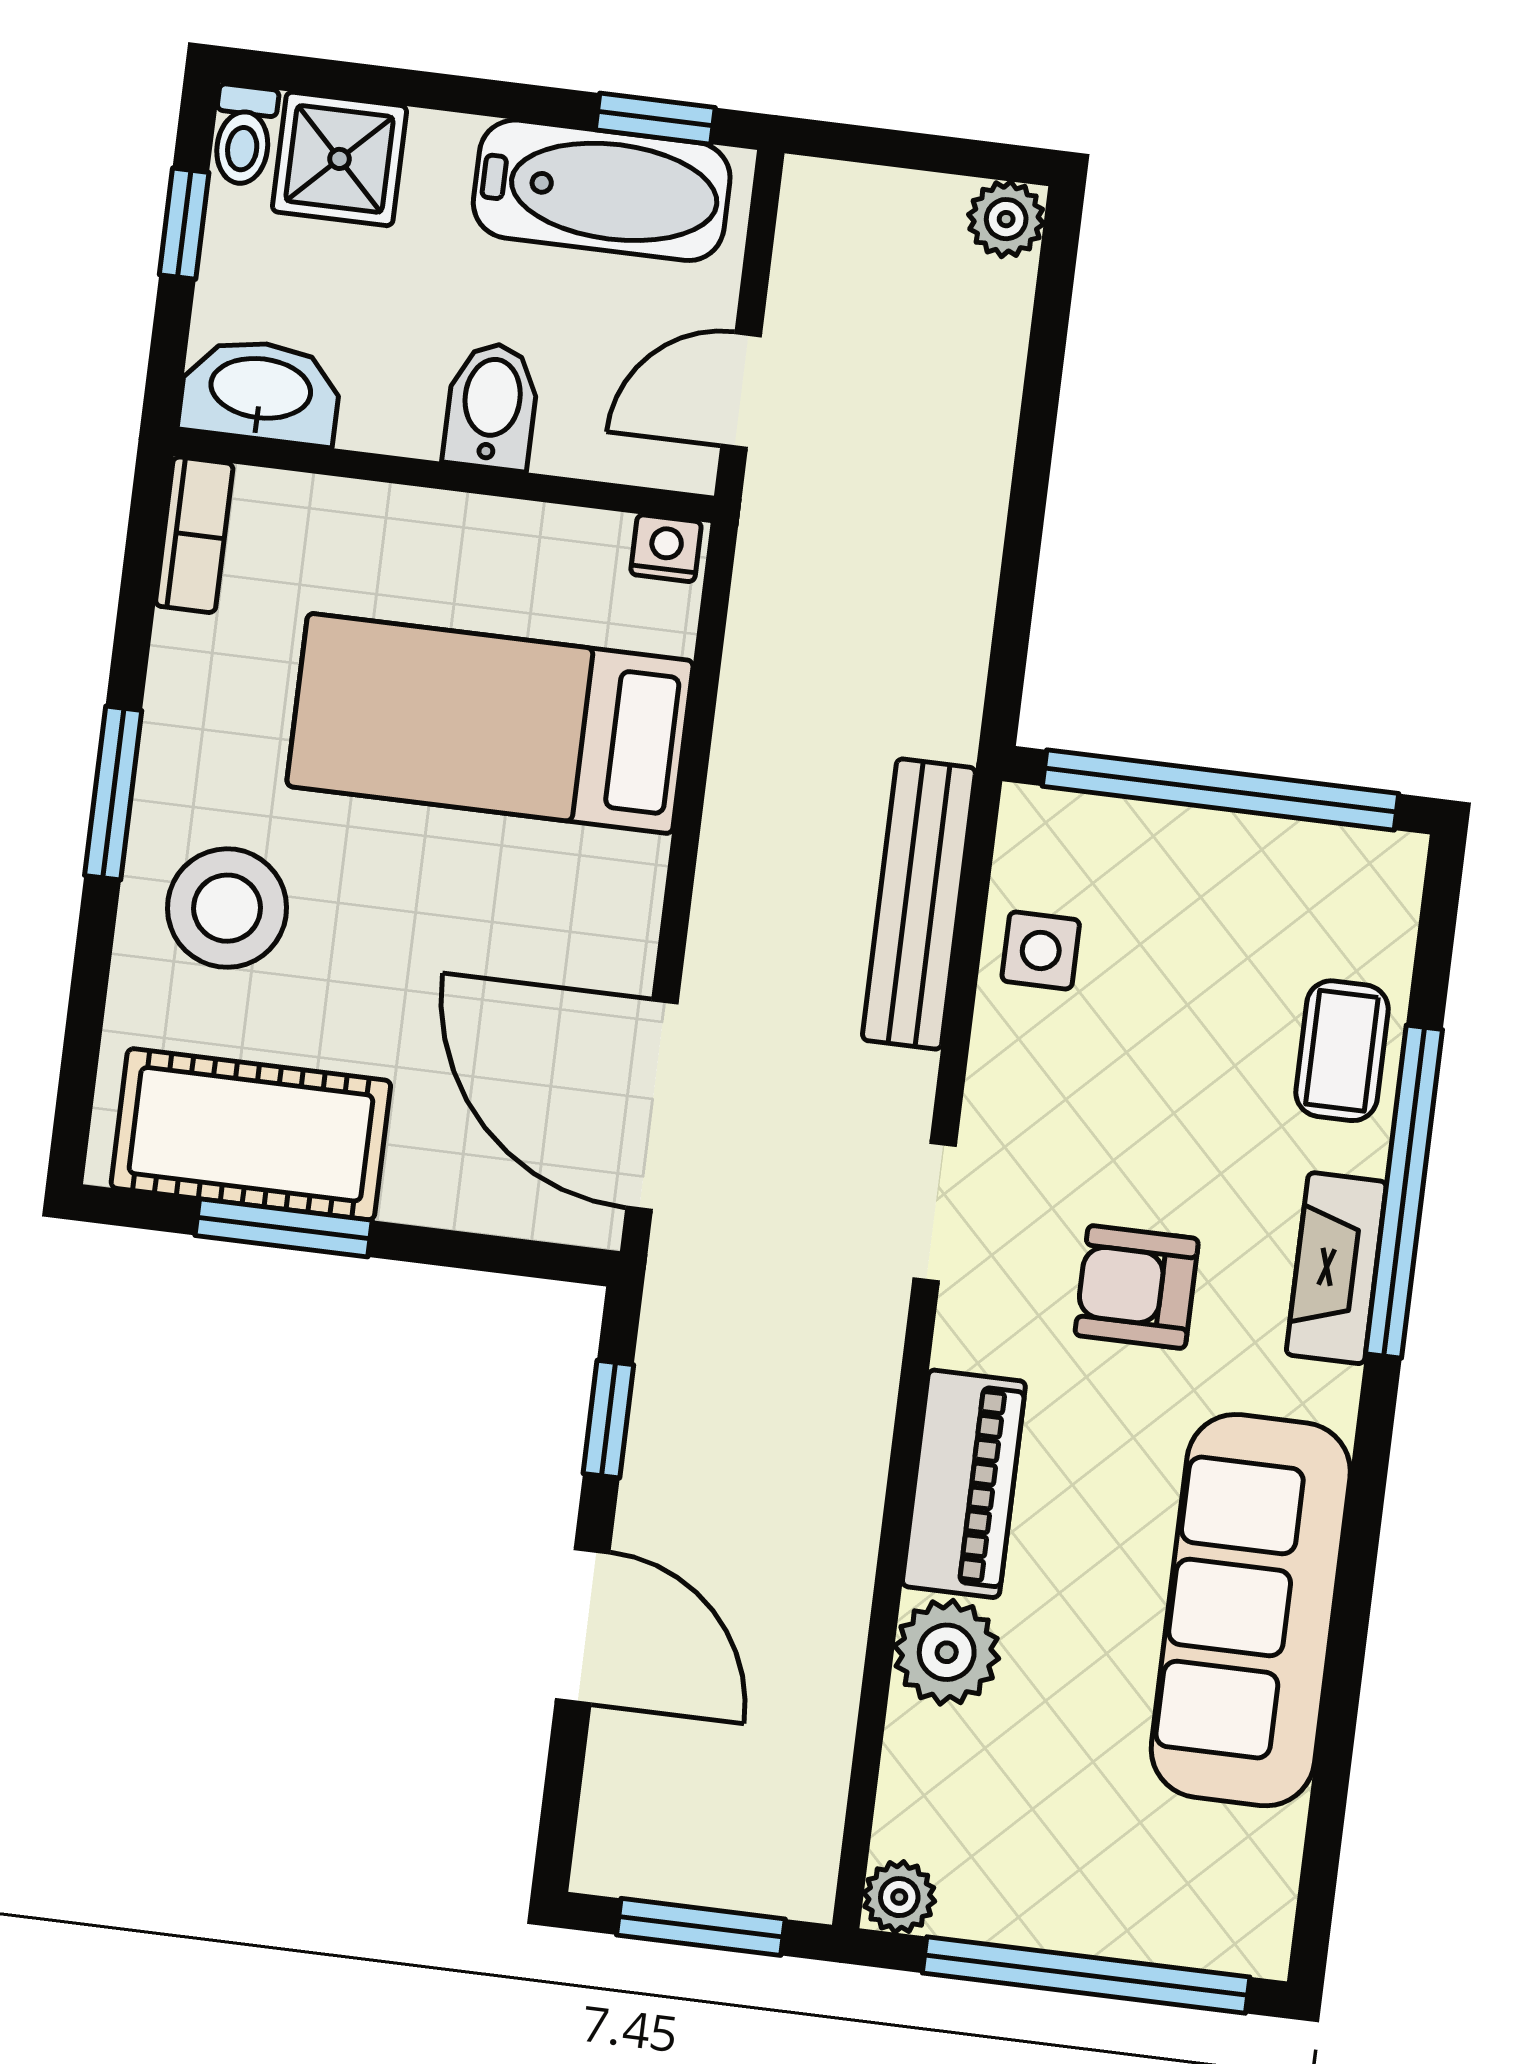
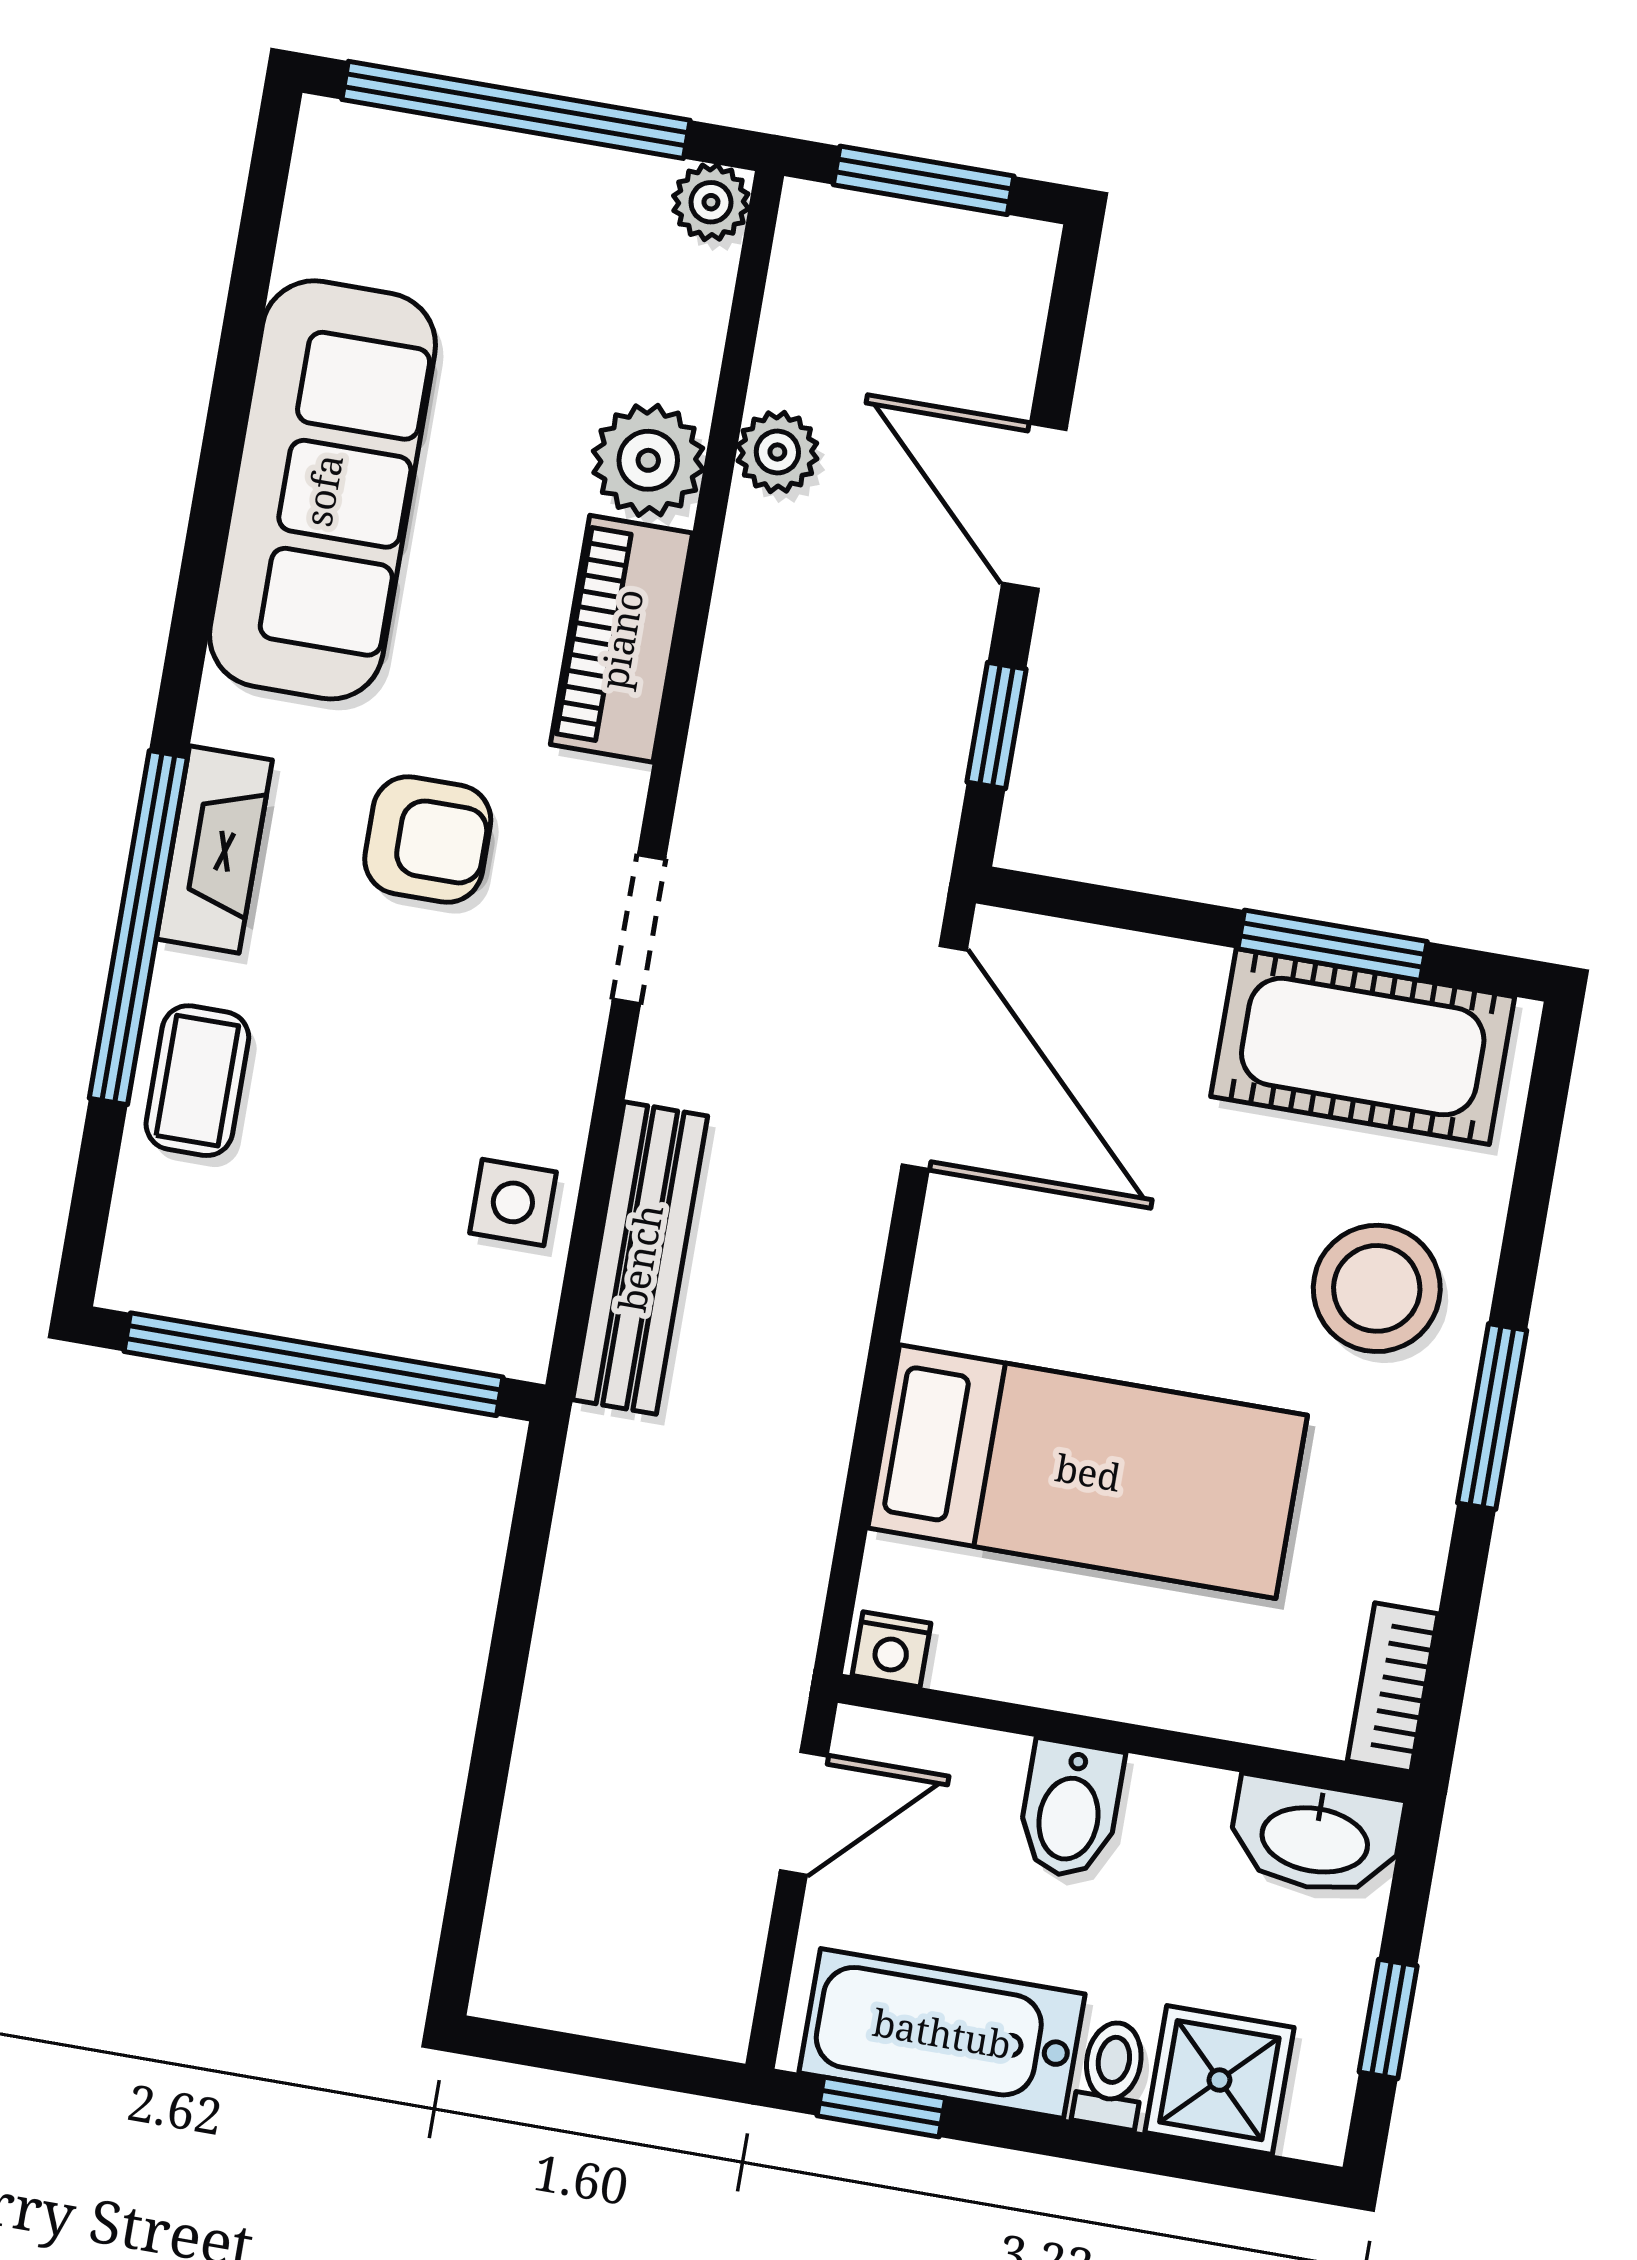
toilet: (244, 135) -> (1111, 2074), moved
plant: (1006, 219) -> (777, 452), moved

